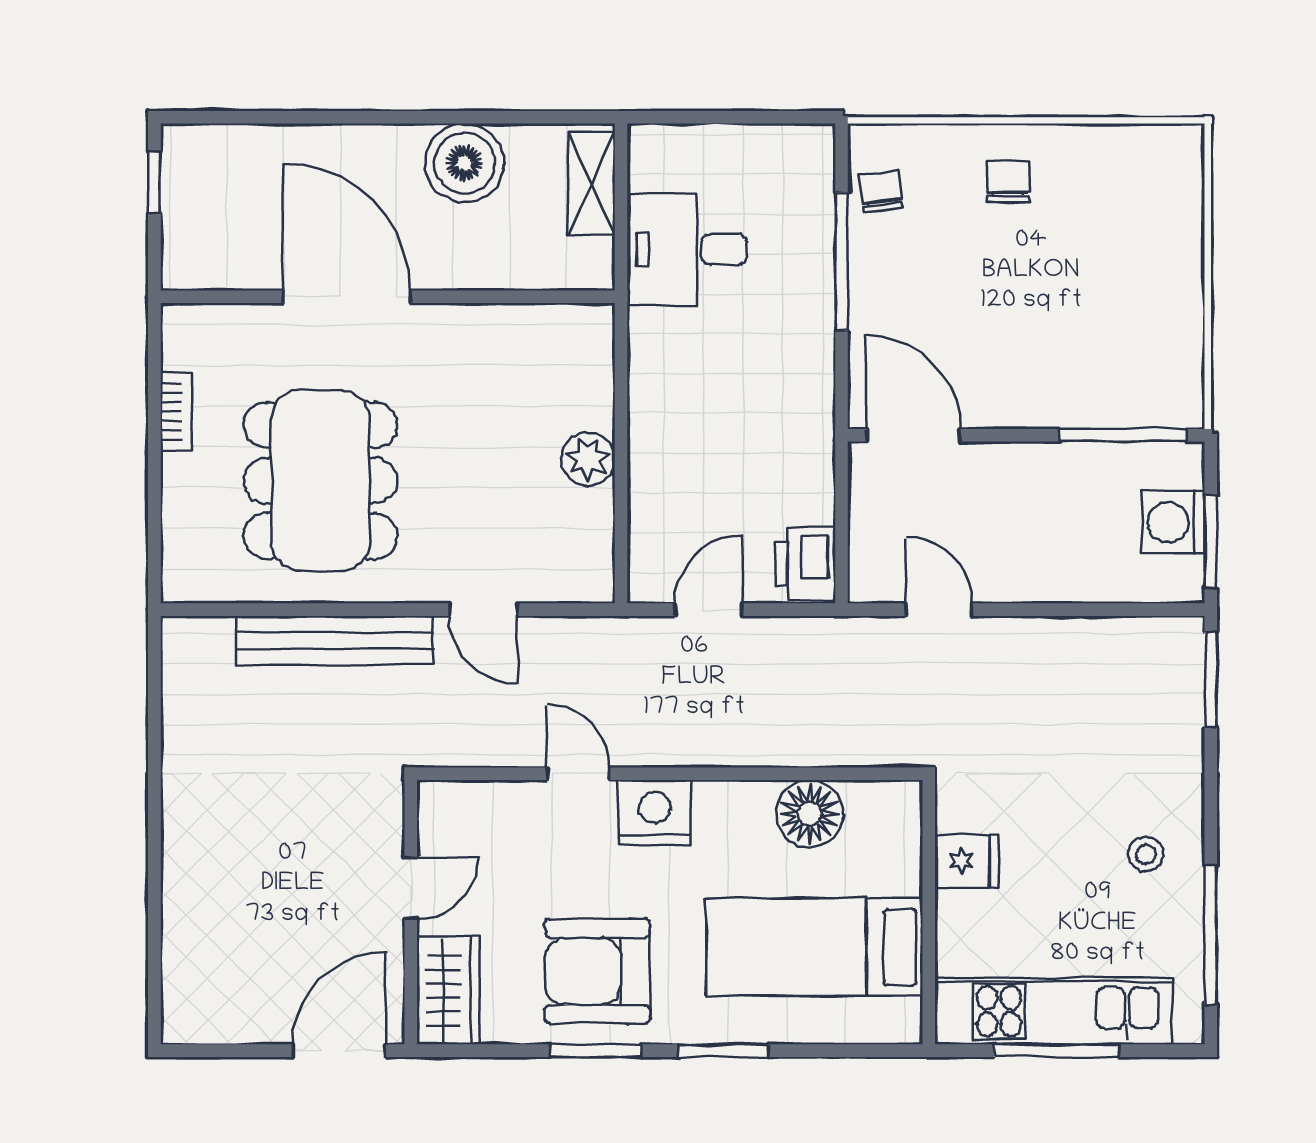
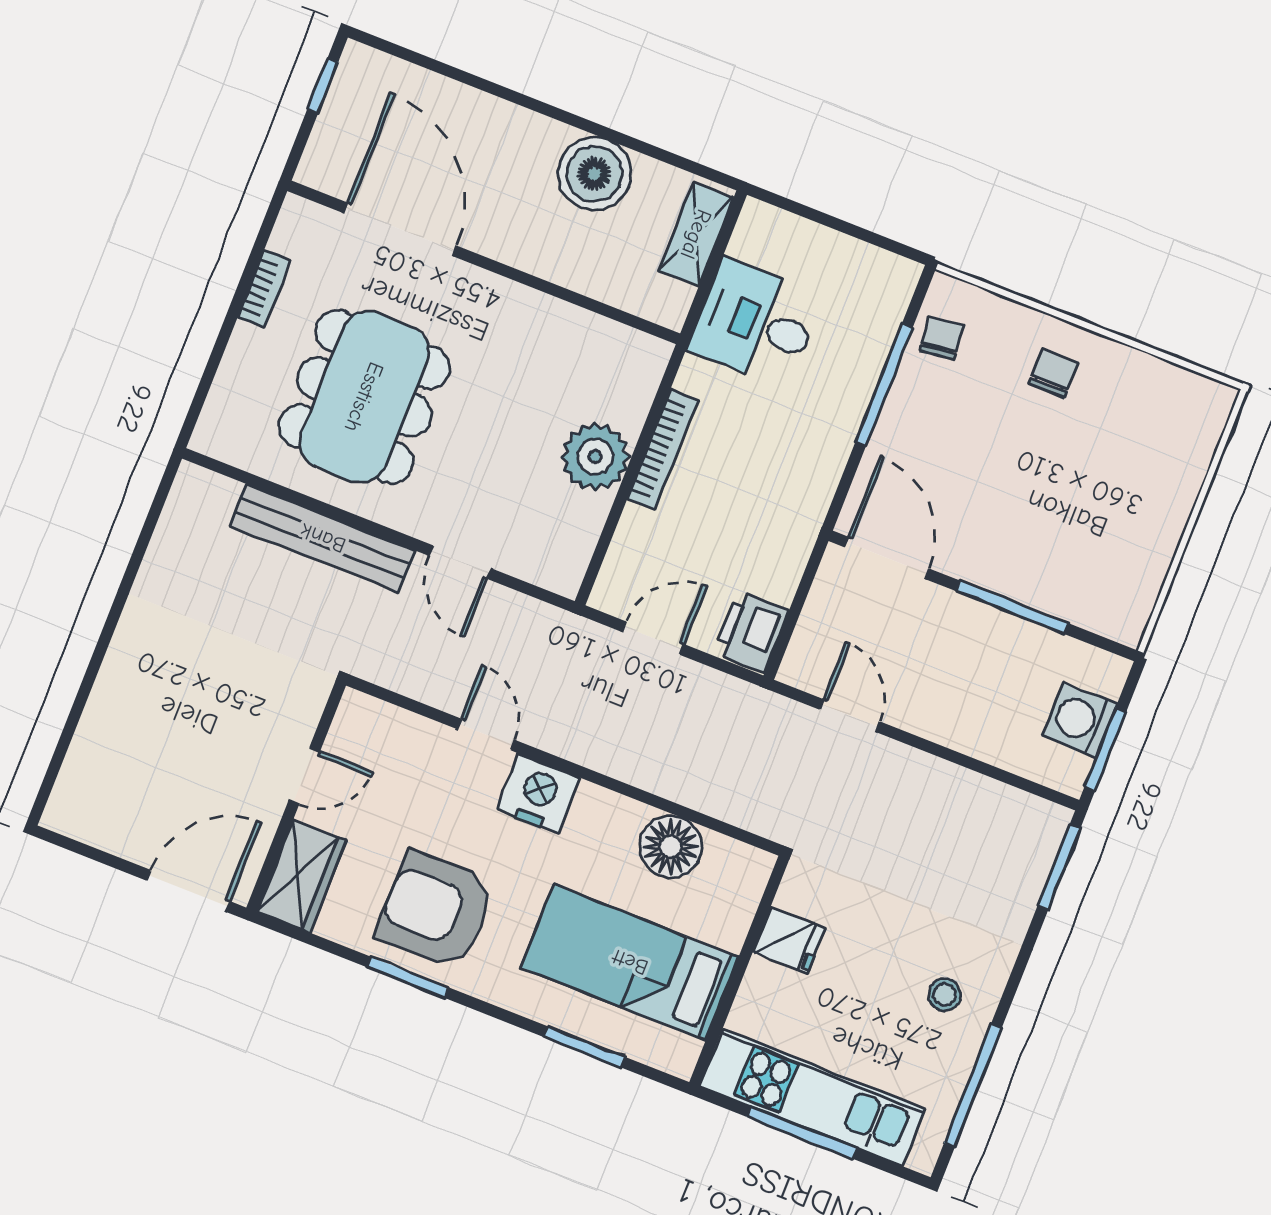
door: (347, 297) -> (400, 229), moved
bookcase: (644, 415) -> (663, 450), added
window: (1123, 435) -> (1012, 607), moved
plant: (588, 459) -> (595, 457), width x1.36, depth x1.36
window: (724, 1051) -> (584, 1047), moved

